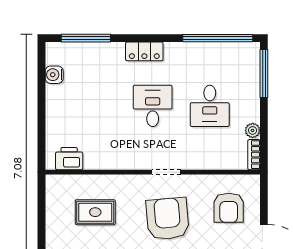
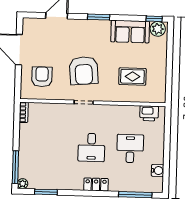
window: (218, 38) -> (46, 192), width x0.47
desk: (210, 106) -> (130, 149), moved
plant: (253, 130) -> (23, 184), moved

